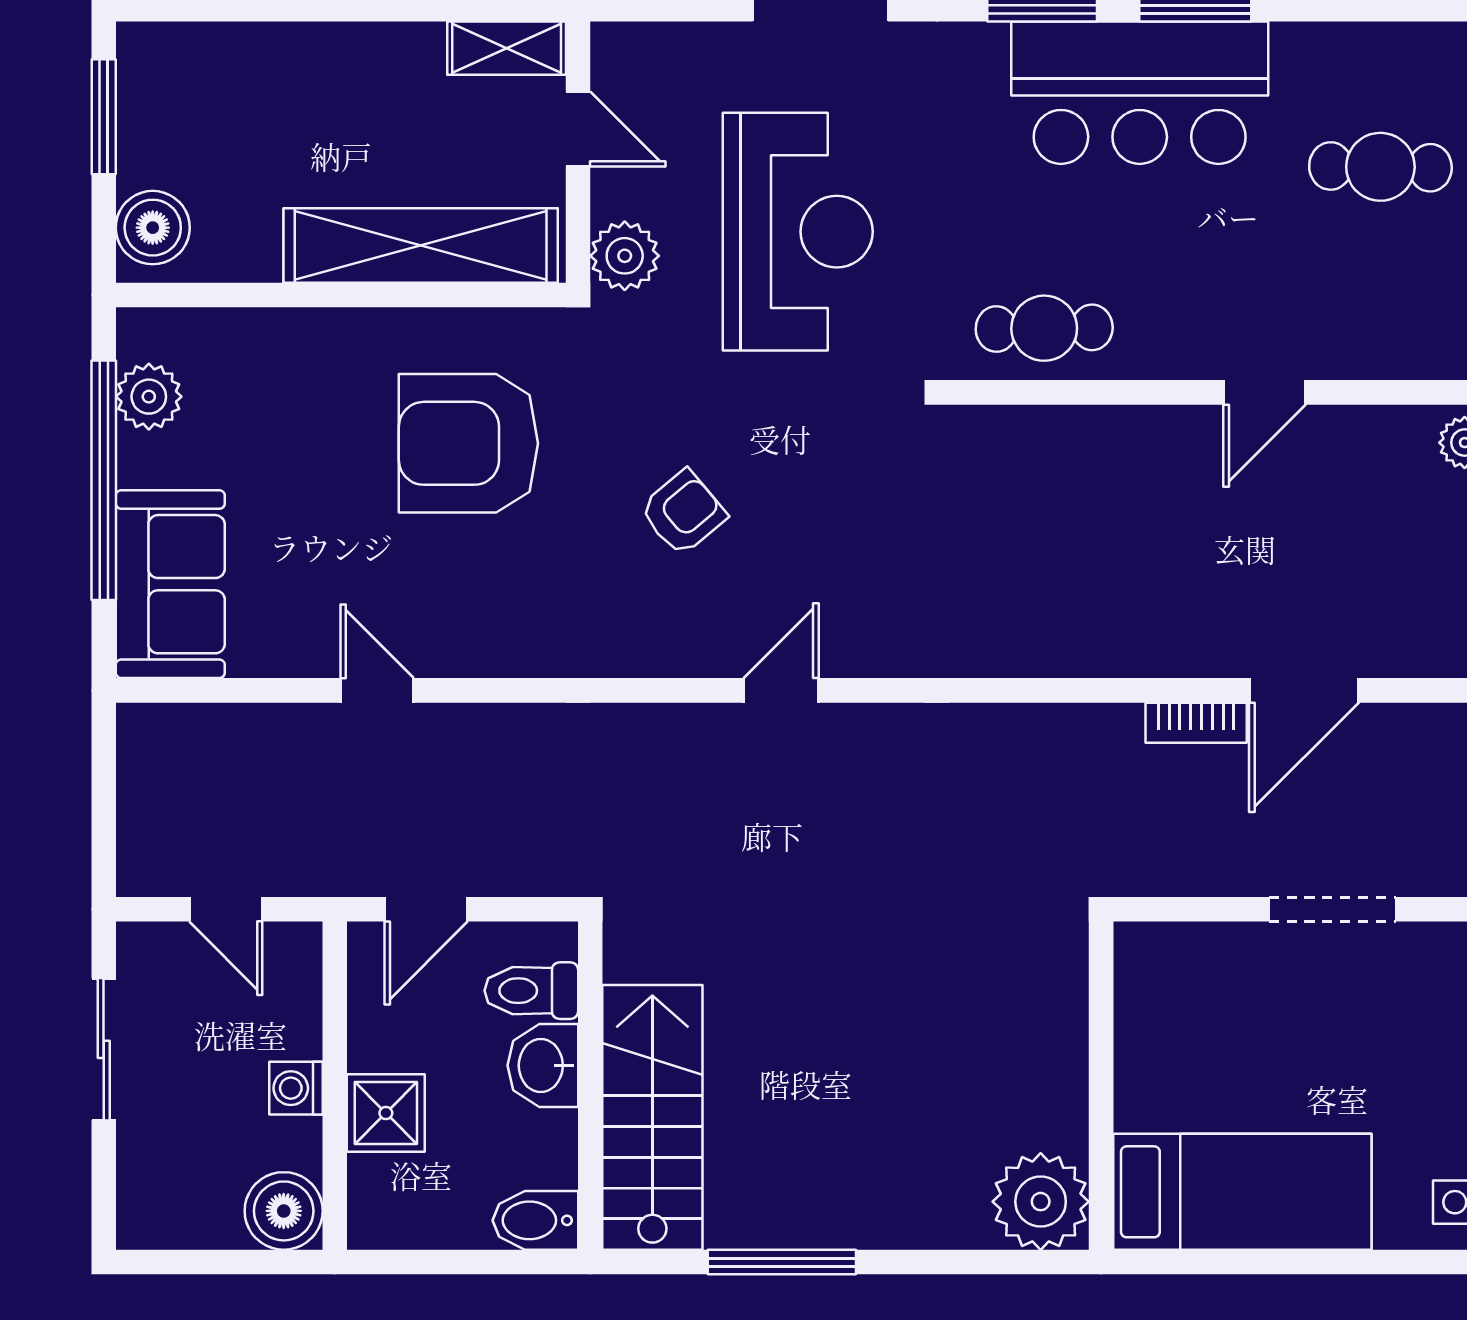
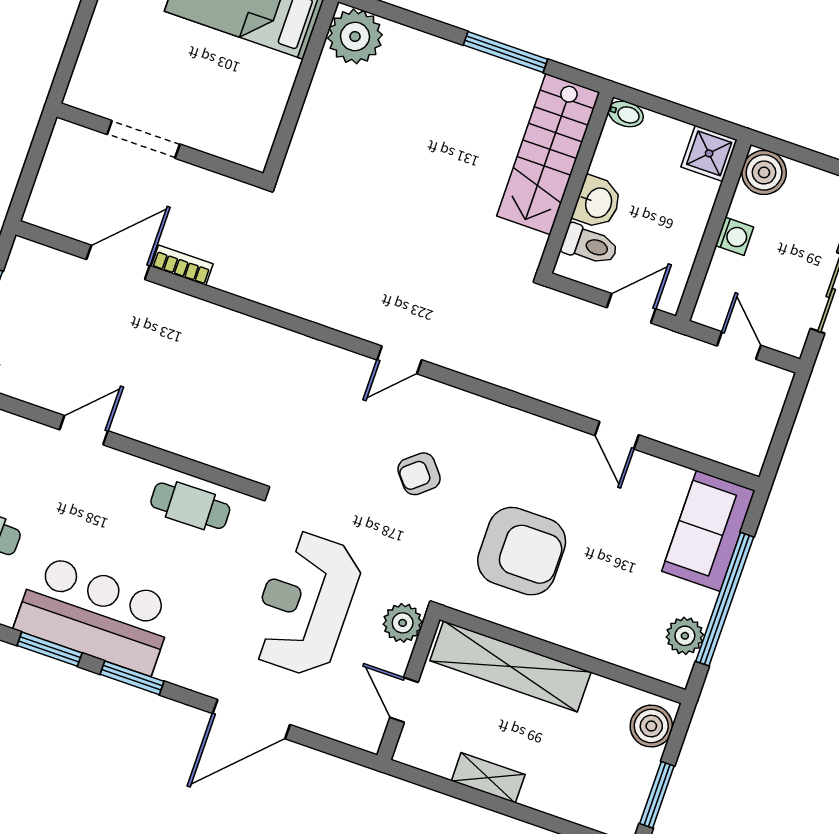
shelving: (507, 48) -> (488, 778), moved
shower: (386, 1113) -> (709, 153), moved
bidet: (535, 1220) -> (626, 114), width x0.72, depth x0.74

